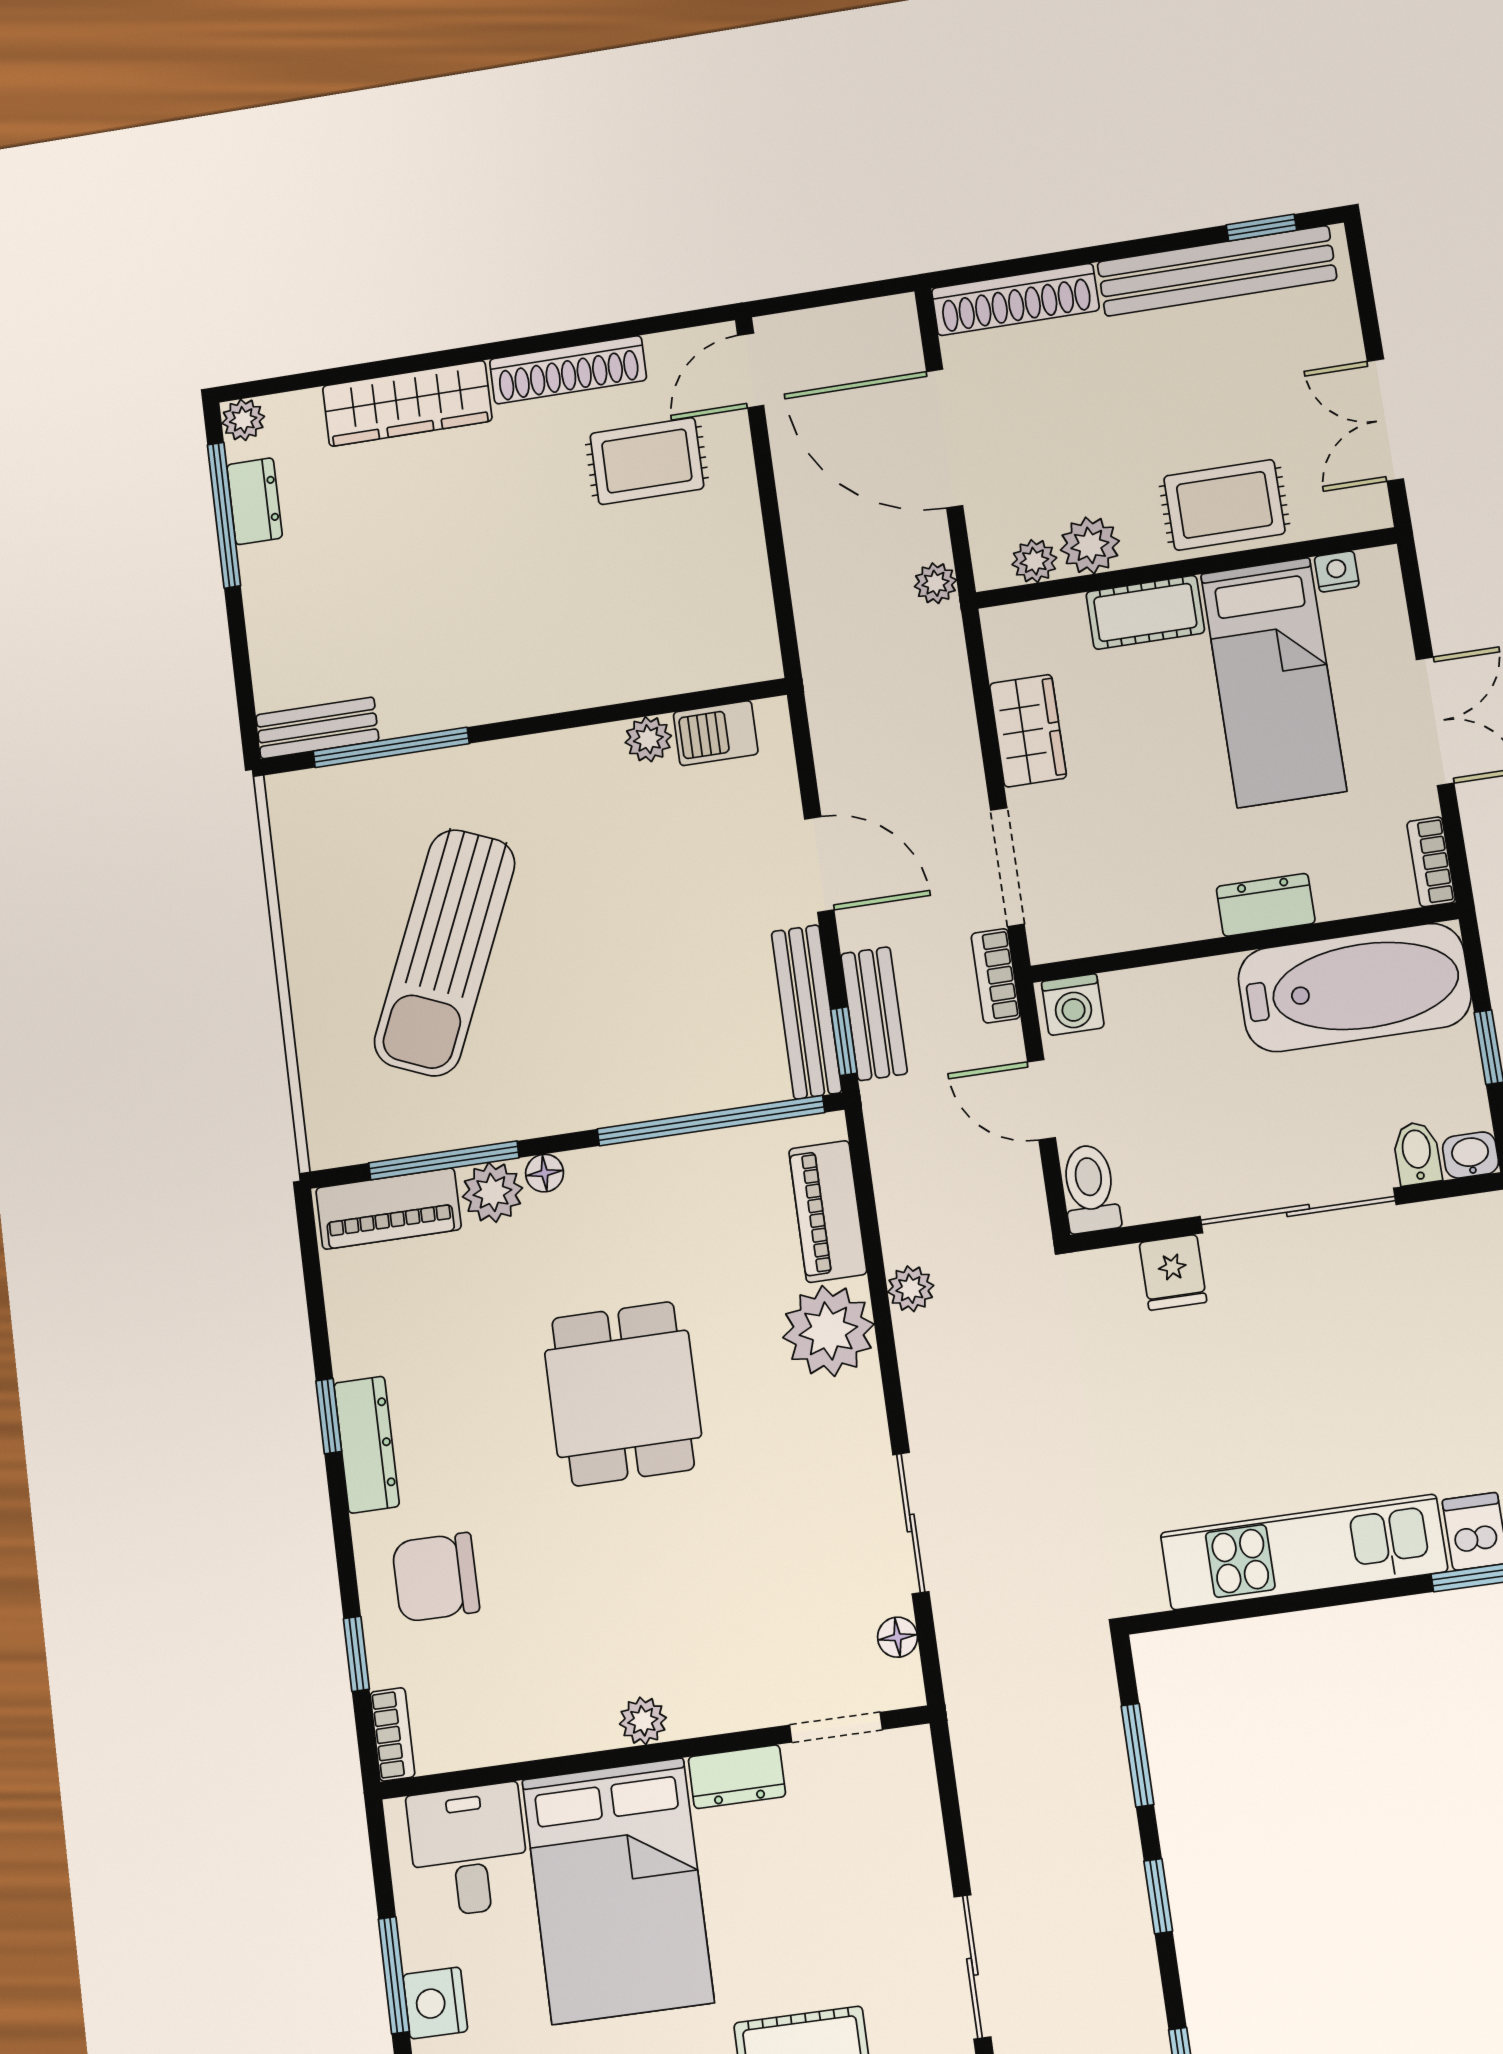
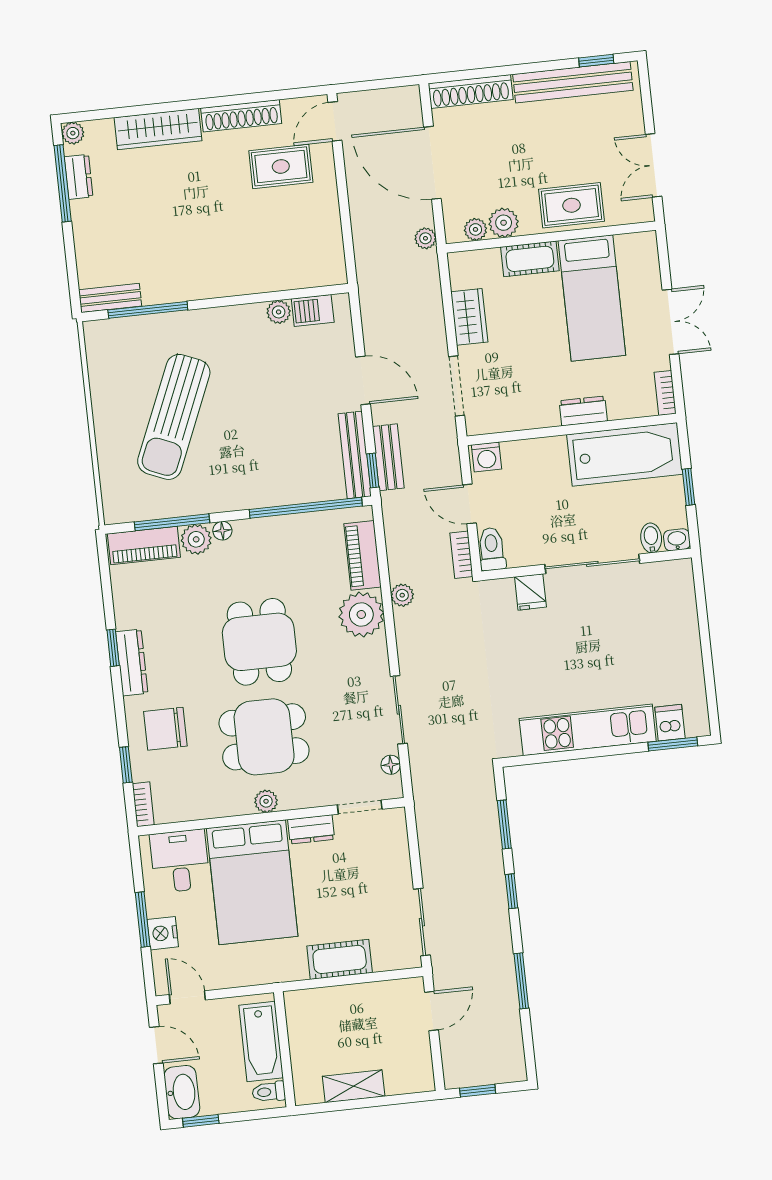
nightstand: (1337, 572) -> (626, 243), removed
bookcase: (996, 976) -> (461, 555), moved
dining table: (636, 1588) -> (264, 737), added

